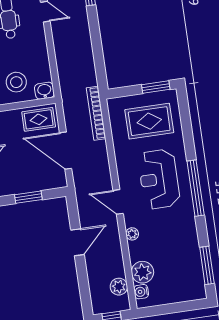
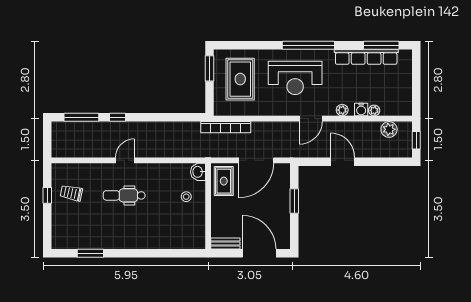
stool: (16, 82) -> (186, 197), width x0.53, depth x0.53
row of seats: (192, 251) -> (366, 57), added
plant: (142, 272) -> (374, 110), width x0.53, depth x0.53
water cooler: (141, 292) -> (361, 109), moved

